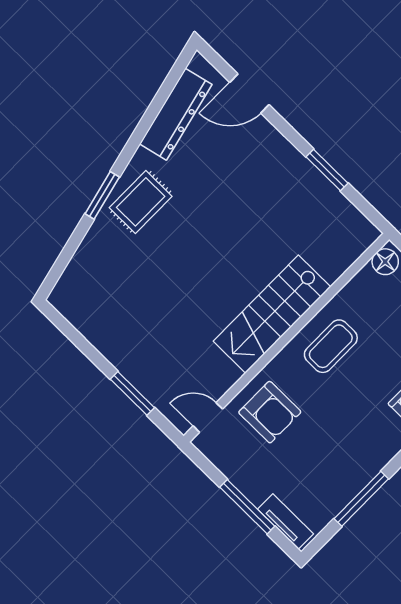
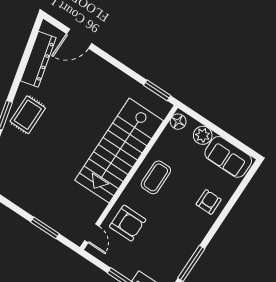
window: (327, 170) -> (157, 90), moved
stairs: (272, 314) -> (119, 151), width x1.36, depth x1.51
door: (208, 417) -> (92, 233), swing flipped

